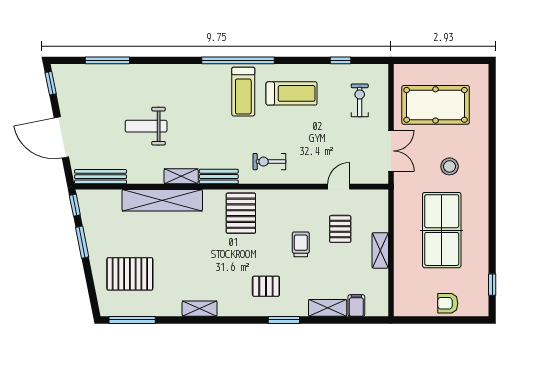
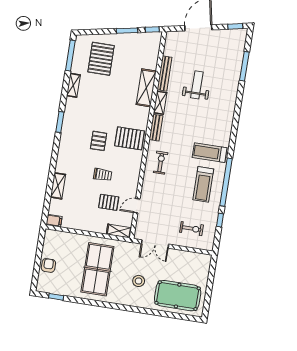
window: (238, 60) -> (226, 182), moved
pool table: (436, 105) -> (178, 296), moved, turned 90
bench: (101, 177) -> (165, 73), moved
door: (339, 187) -> (137, 206), swing flipped
shelving: (162, 200) -> (146, 88), width x0.68
table tennis table: (442, 230) -> (97, 269), turned 90
shelving: (380, 250) -> (119, 231), moved
pallet: (266, 286) -> (99, 141), moved
filing cabinet: (356, 305) -> (54, 221), moved
shelving: (200, 309) -> (73, 85), moved
window: (284, 320) -> (60, 122), moved

